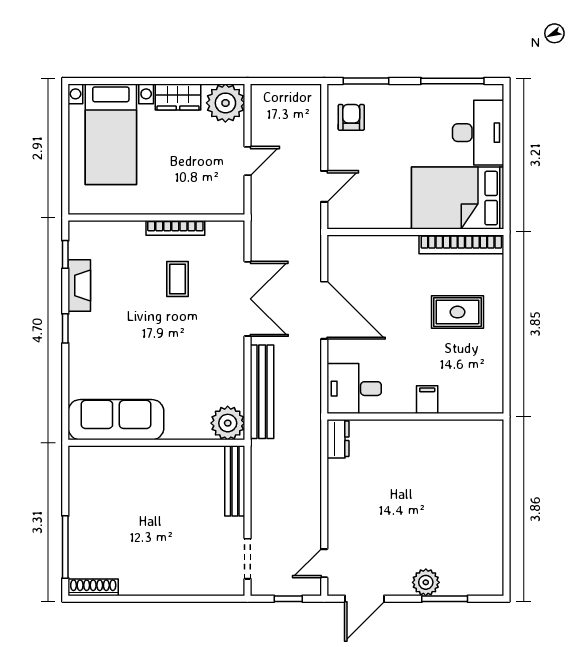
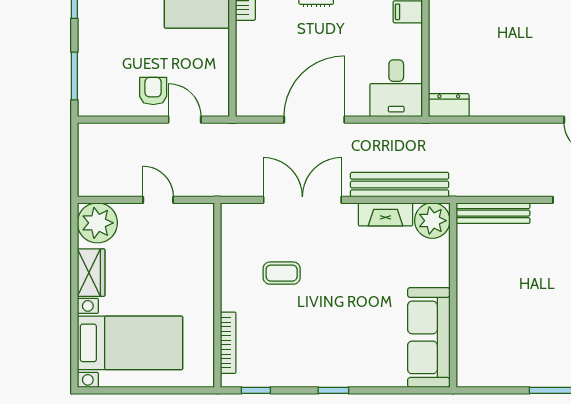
armchair: (351, 117) -> (153, 91), moved, turned 90
bookcase: (175, 228) -> (228, 343), moved
fireplace: (79, 286) -> (385, 214), moved, turned 180

